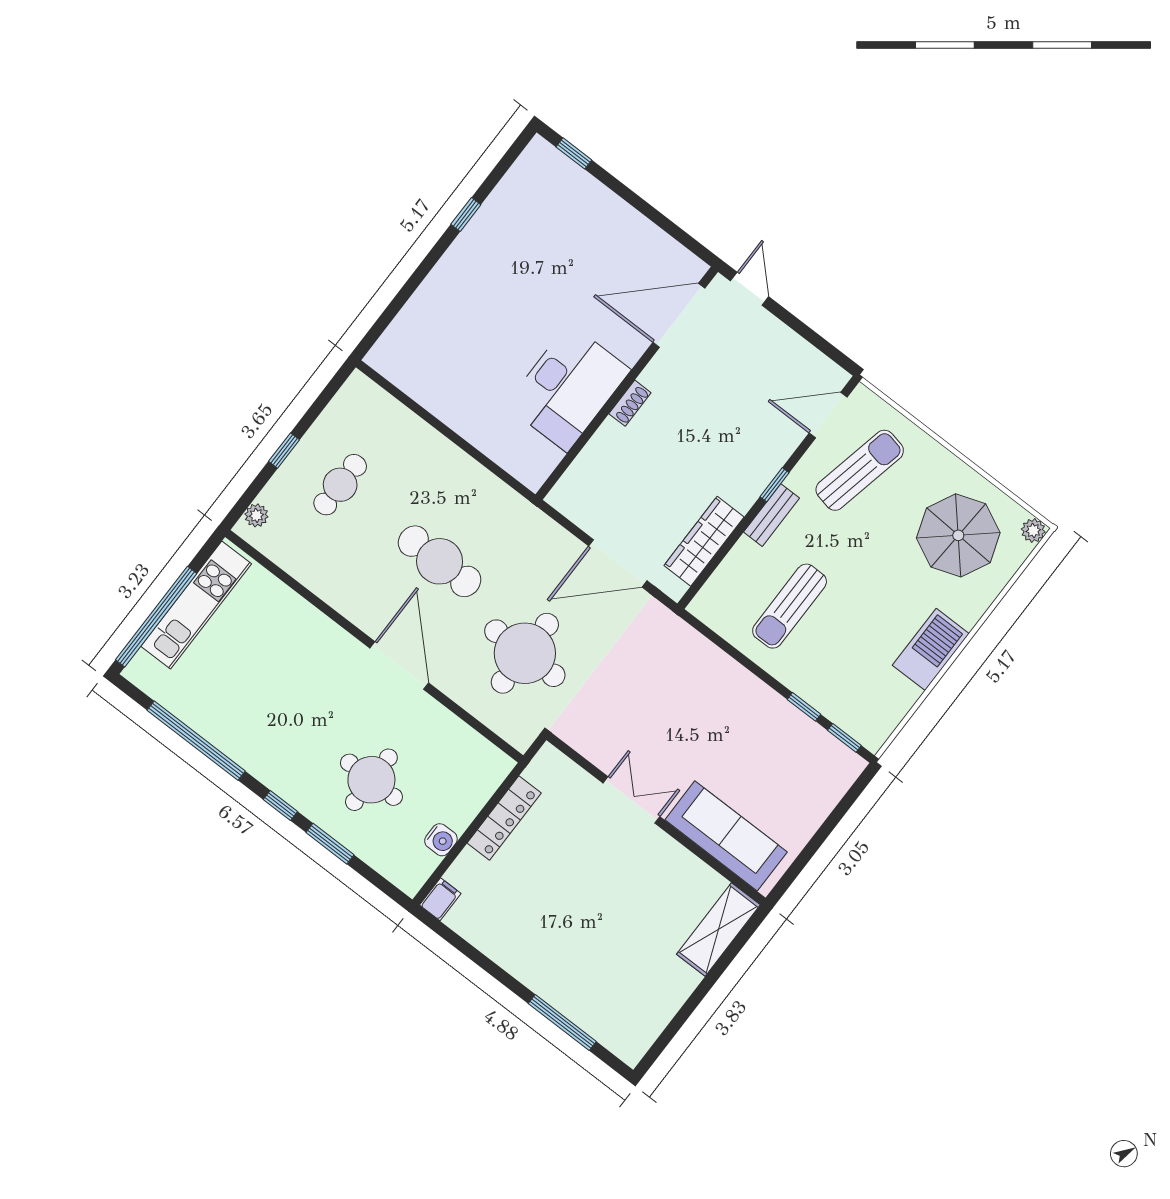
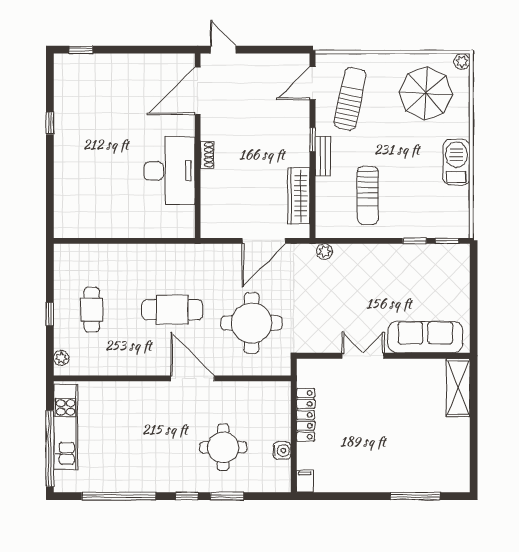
plant: (683, 634) -> (324, 252), added

